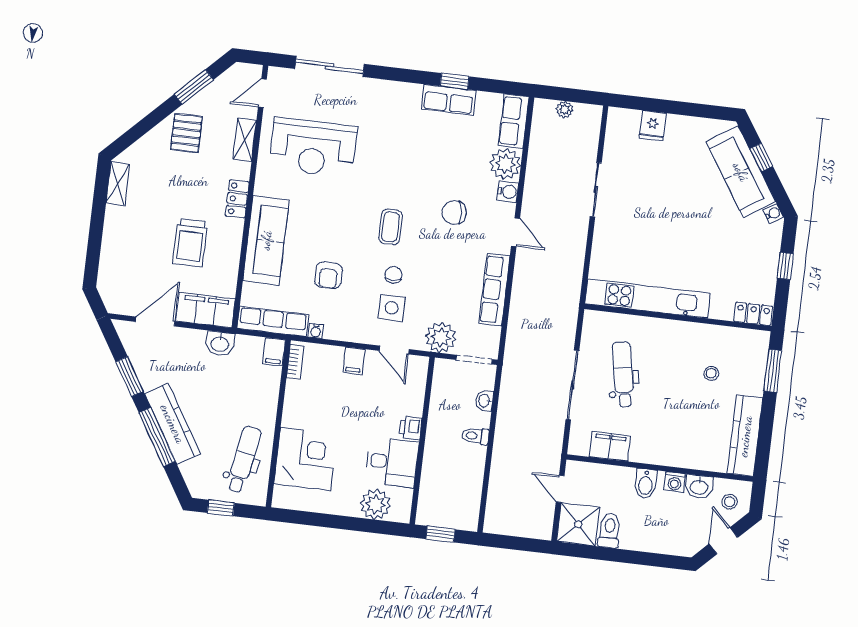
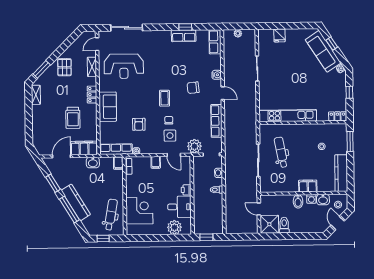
window: (194, 87) -> (42, 69), moved
plant: (505, 164) -> (214, 62), removed
sofa: (266, 240) -> (108, 107), width x0.73
filing cabinet: (610, 446) -> (308, 186), moved

